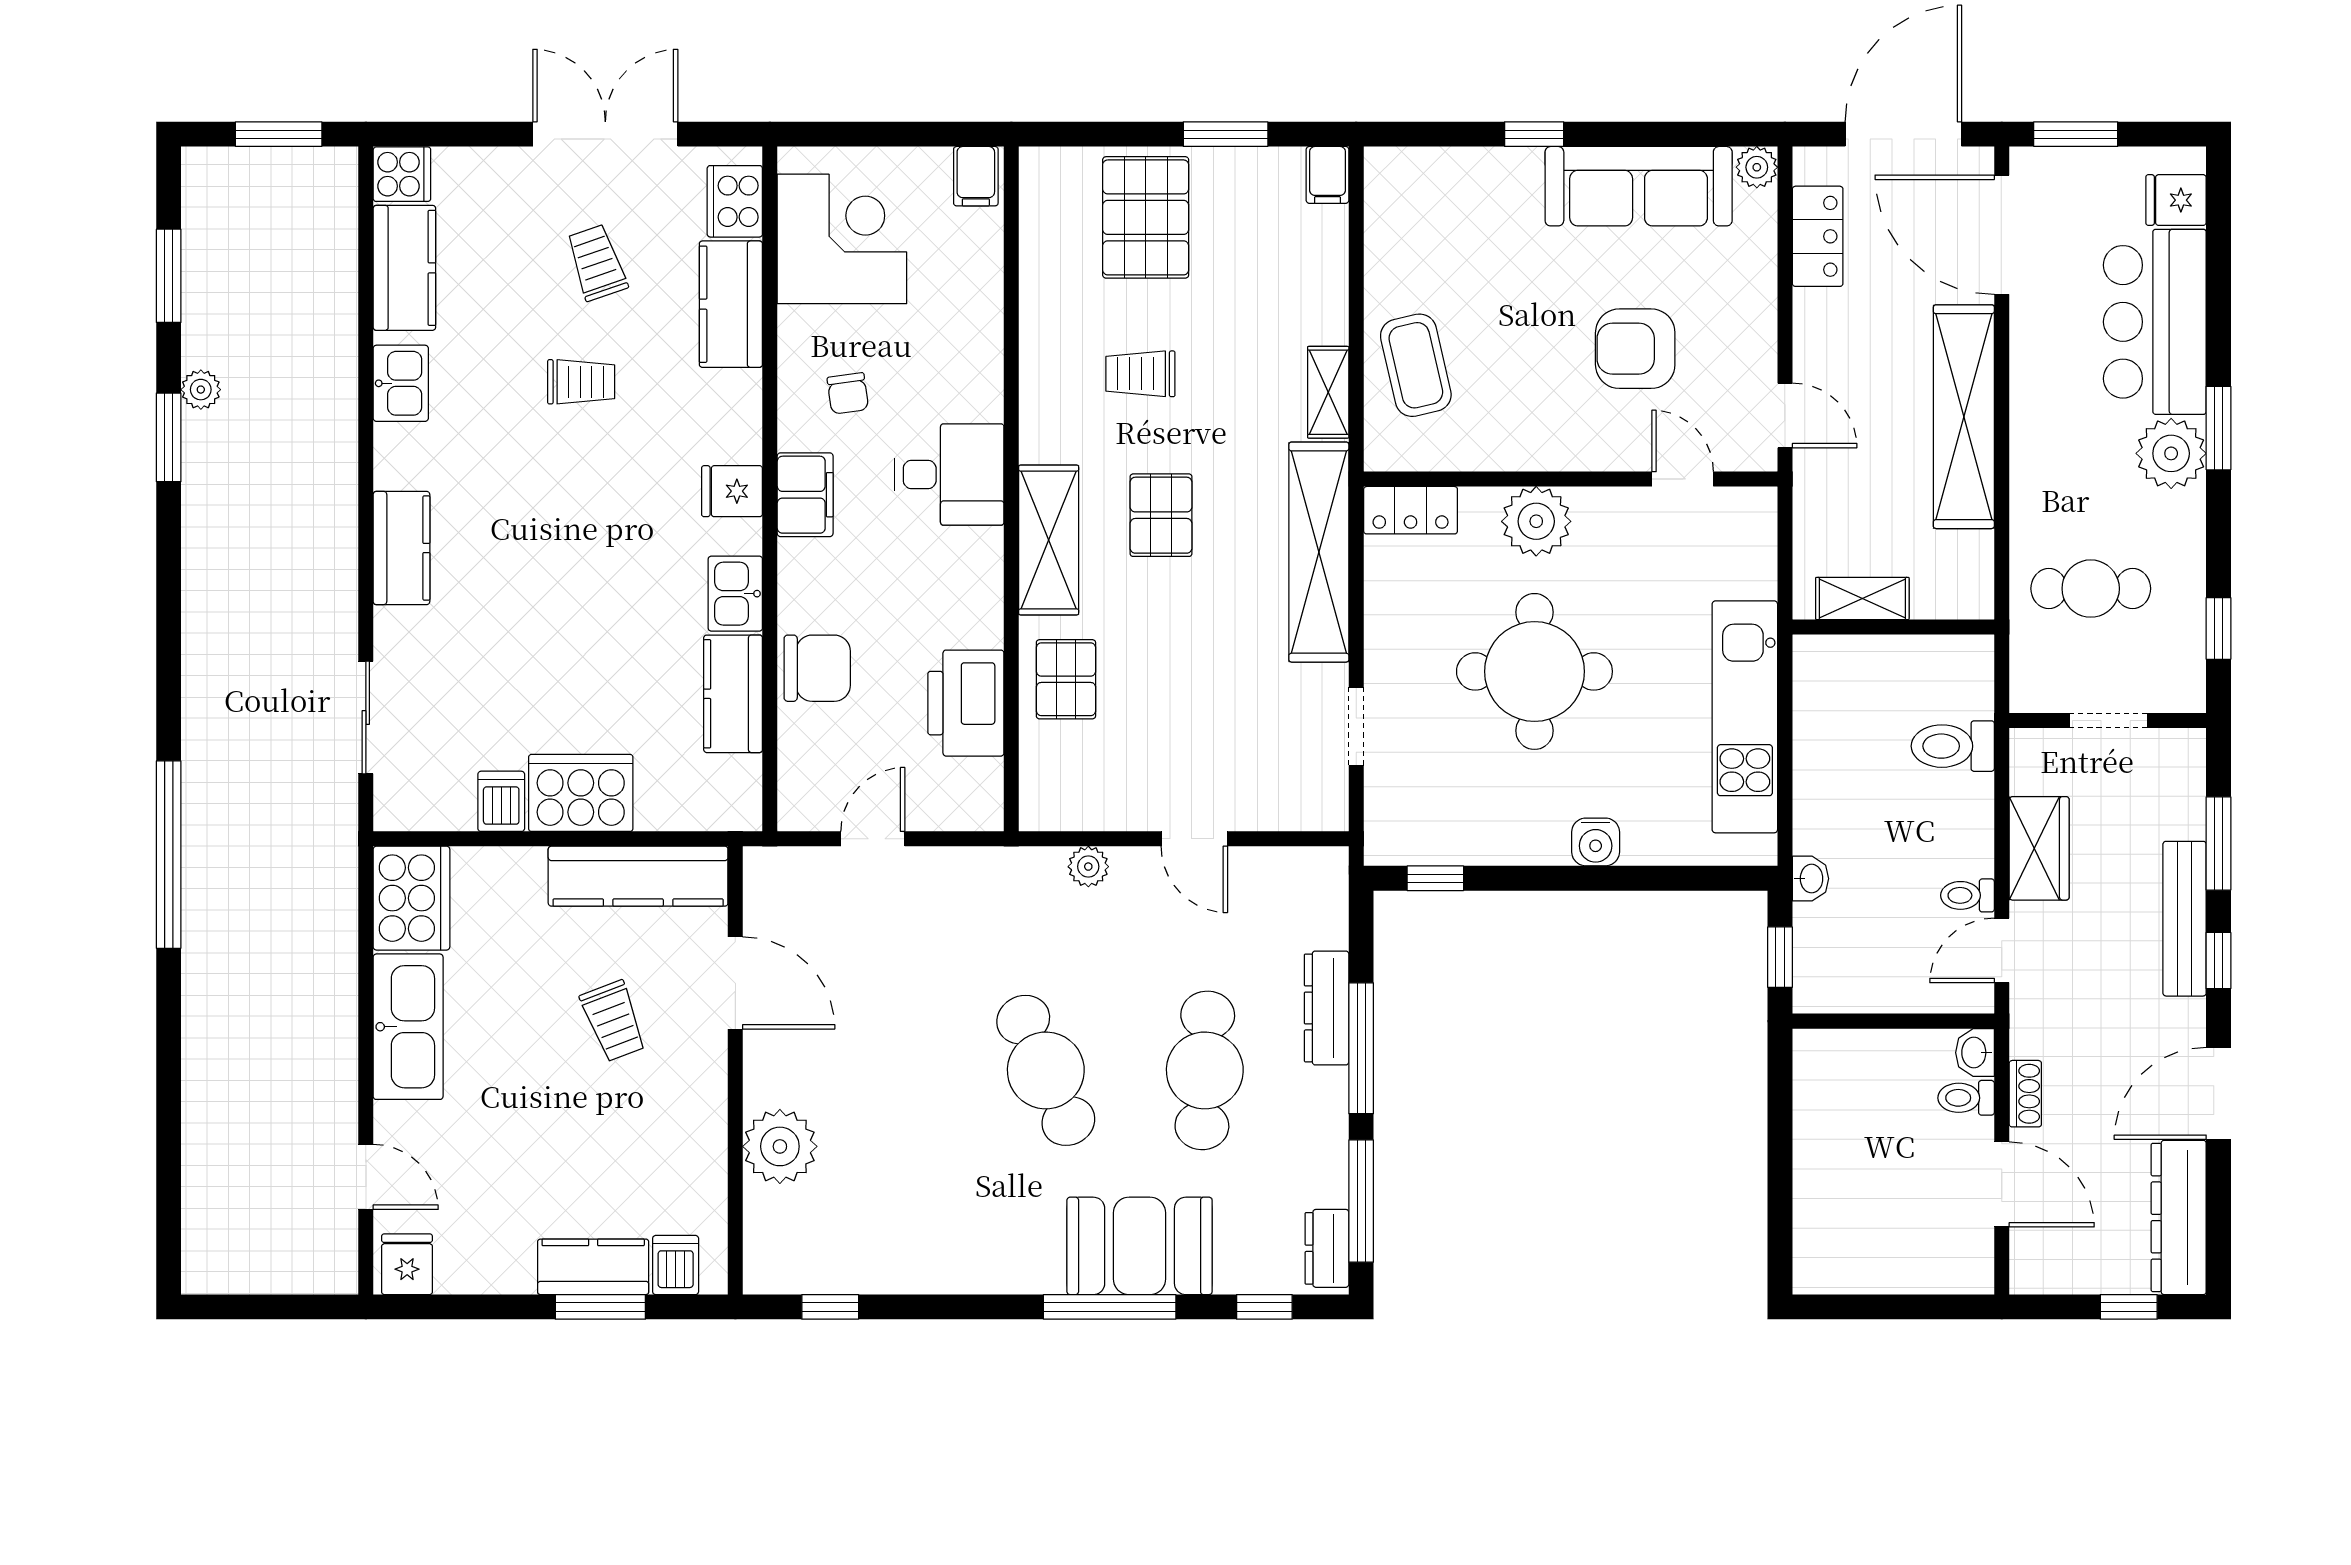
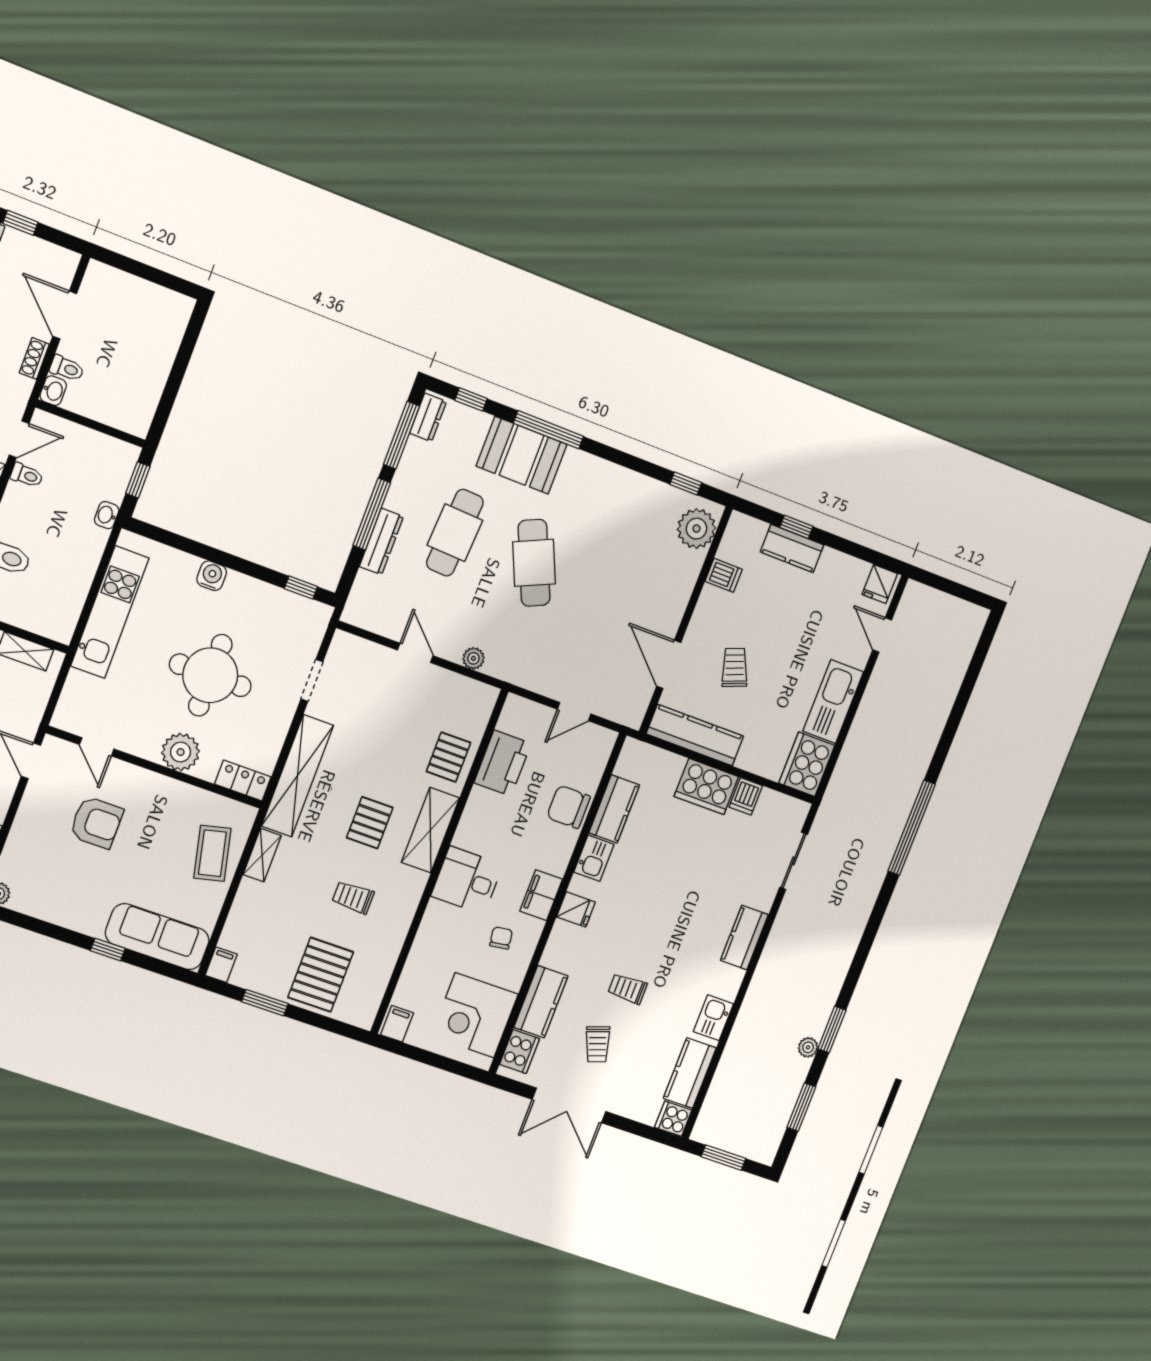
sofa: (1639, 186) -> (157, 937), moved
trolley: (1140, 374) -> (353, 897), turned 180
plant: (780, 1146) -> (696, 529), moved
dishwasher: (676, 1265) -> (724, 575), moved, turned -90
window: (600, 1307) -> (796, 527), width x0.67

